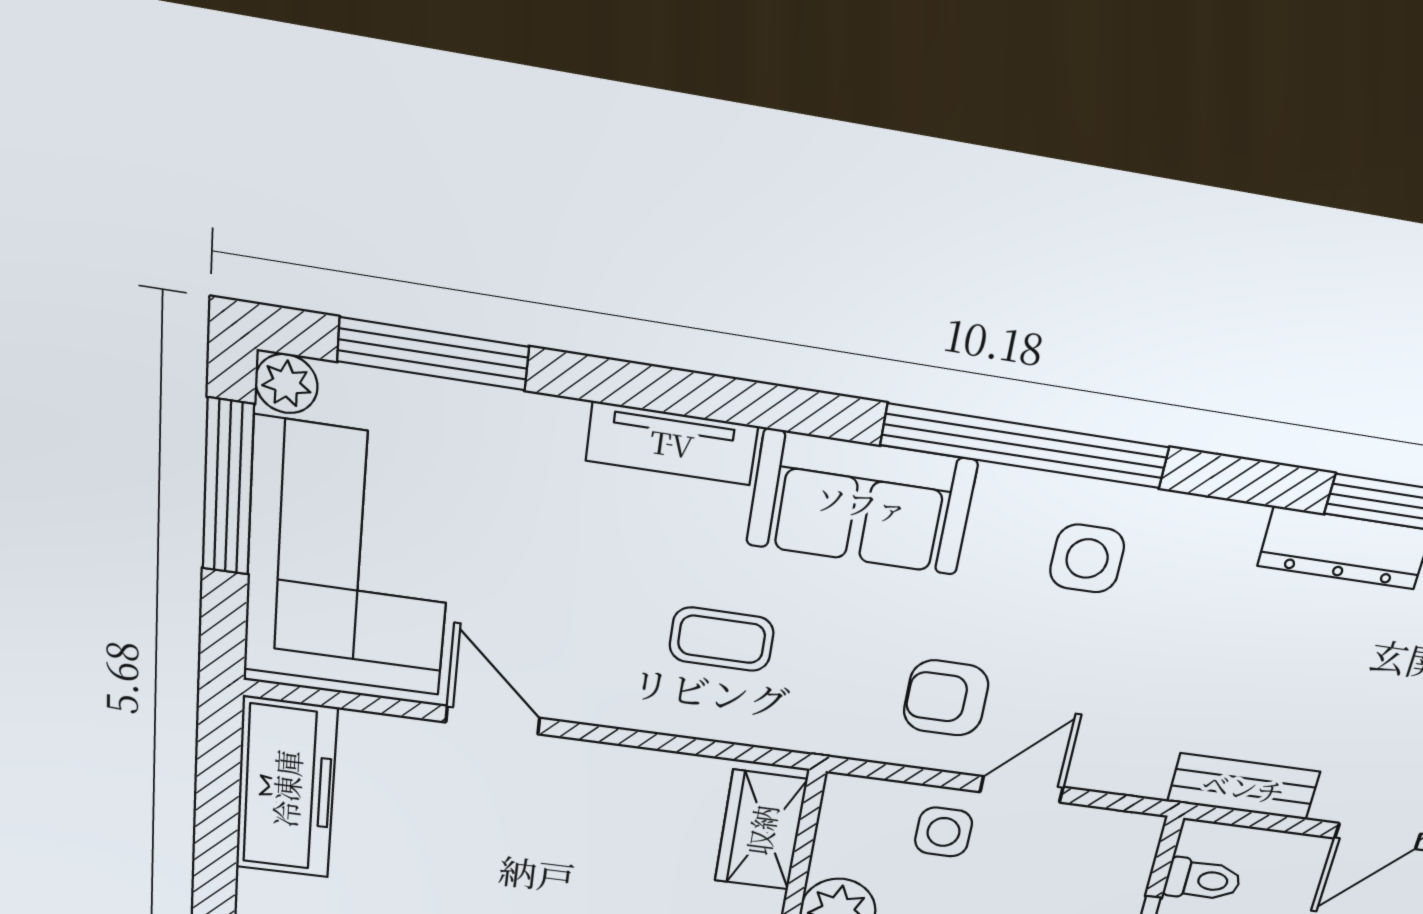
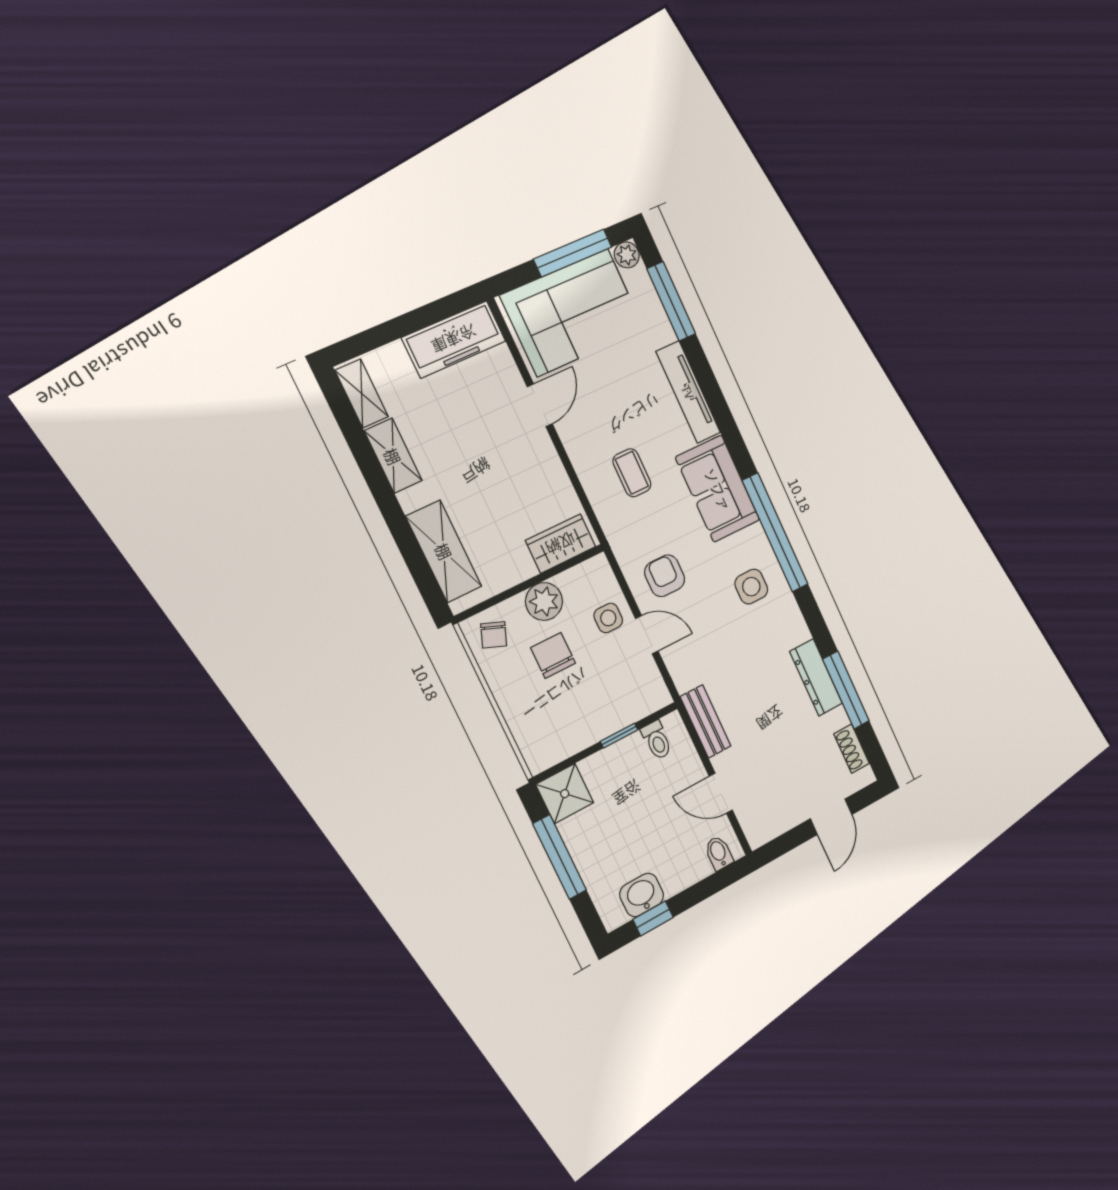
tv unit: (672, 443) -> (688, 392), width x1.41

